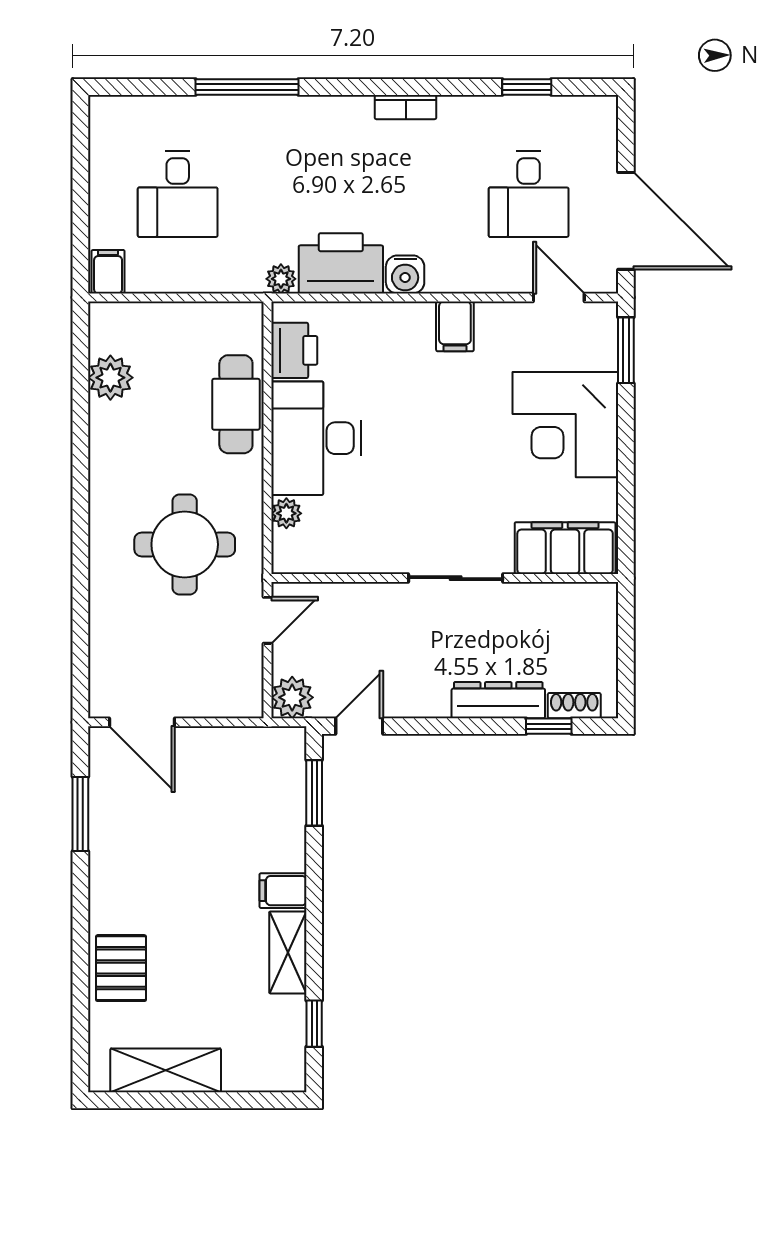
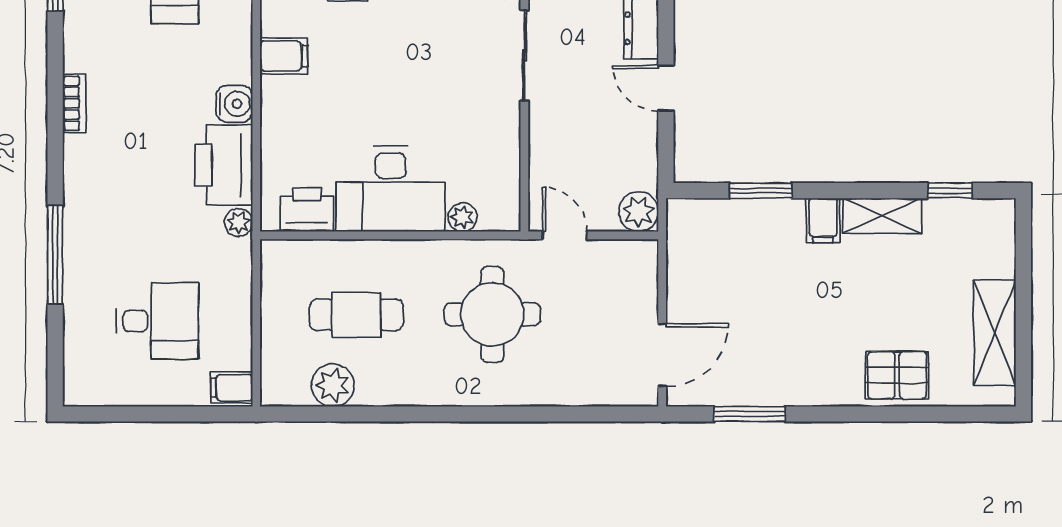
cafe table: (236, 404) -> (356, 315), moved
door: (359, 726) -> (666, 88), moved
window: (314, 793) -> (761, 191), moved

